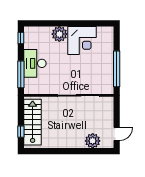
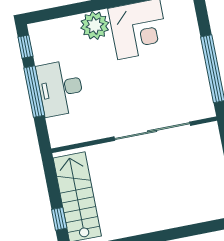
window: (21, 74) -> (34, 92), moved
plant: (93, 141) -> (194, 210), removed

